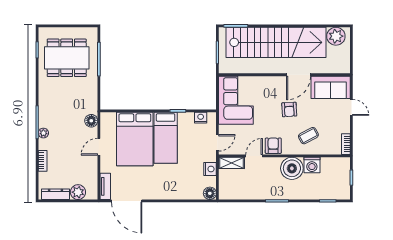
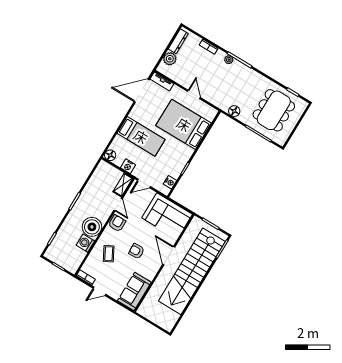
plant: (336, 36) -> (170, 318), removed
door: (299, 75) -> (169, 256), moved
door: (351, 107) -> (99, 291), moved
floor lamp: (91, 121) -> (234, 111), moved
bed: (166, 138) -> (141, 136), moved, turned 180
door: (217, 143) -> (144, 183), hinge flipped
armchair: (273, 146) -> (117, 223), turned -90

